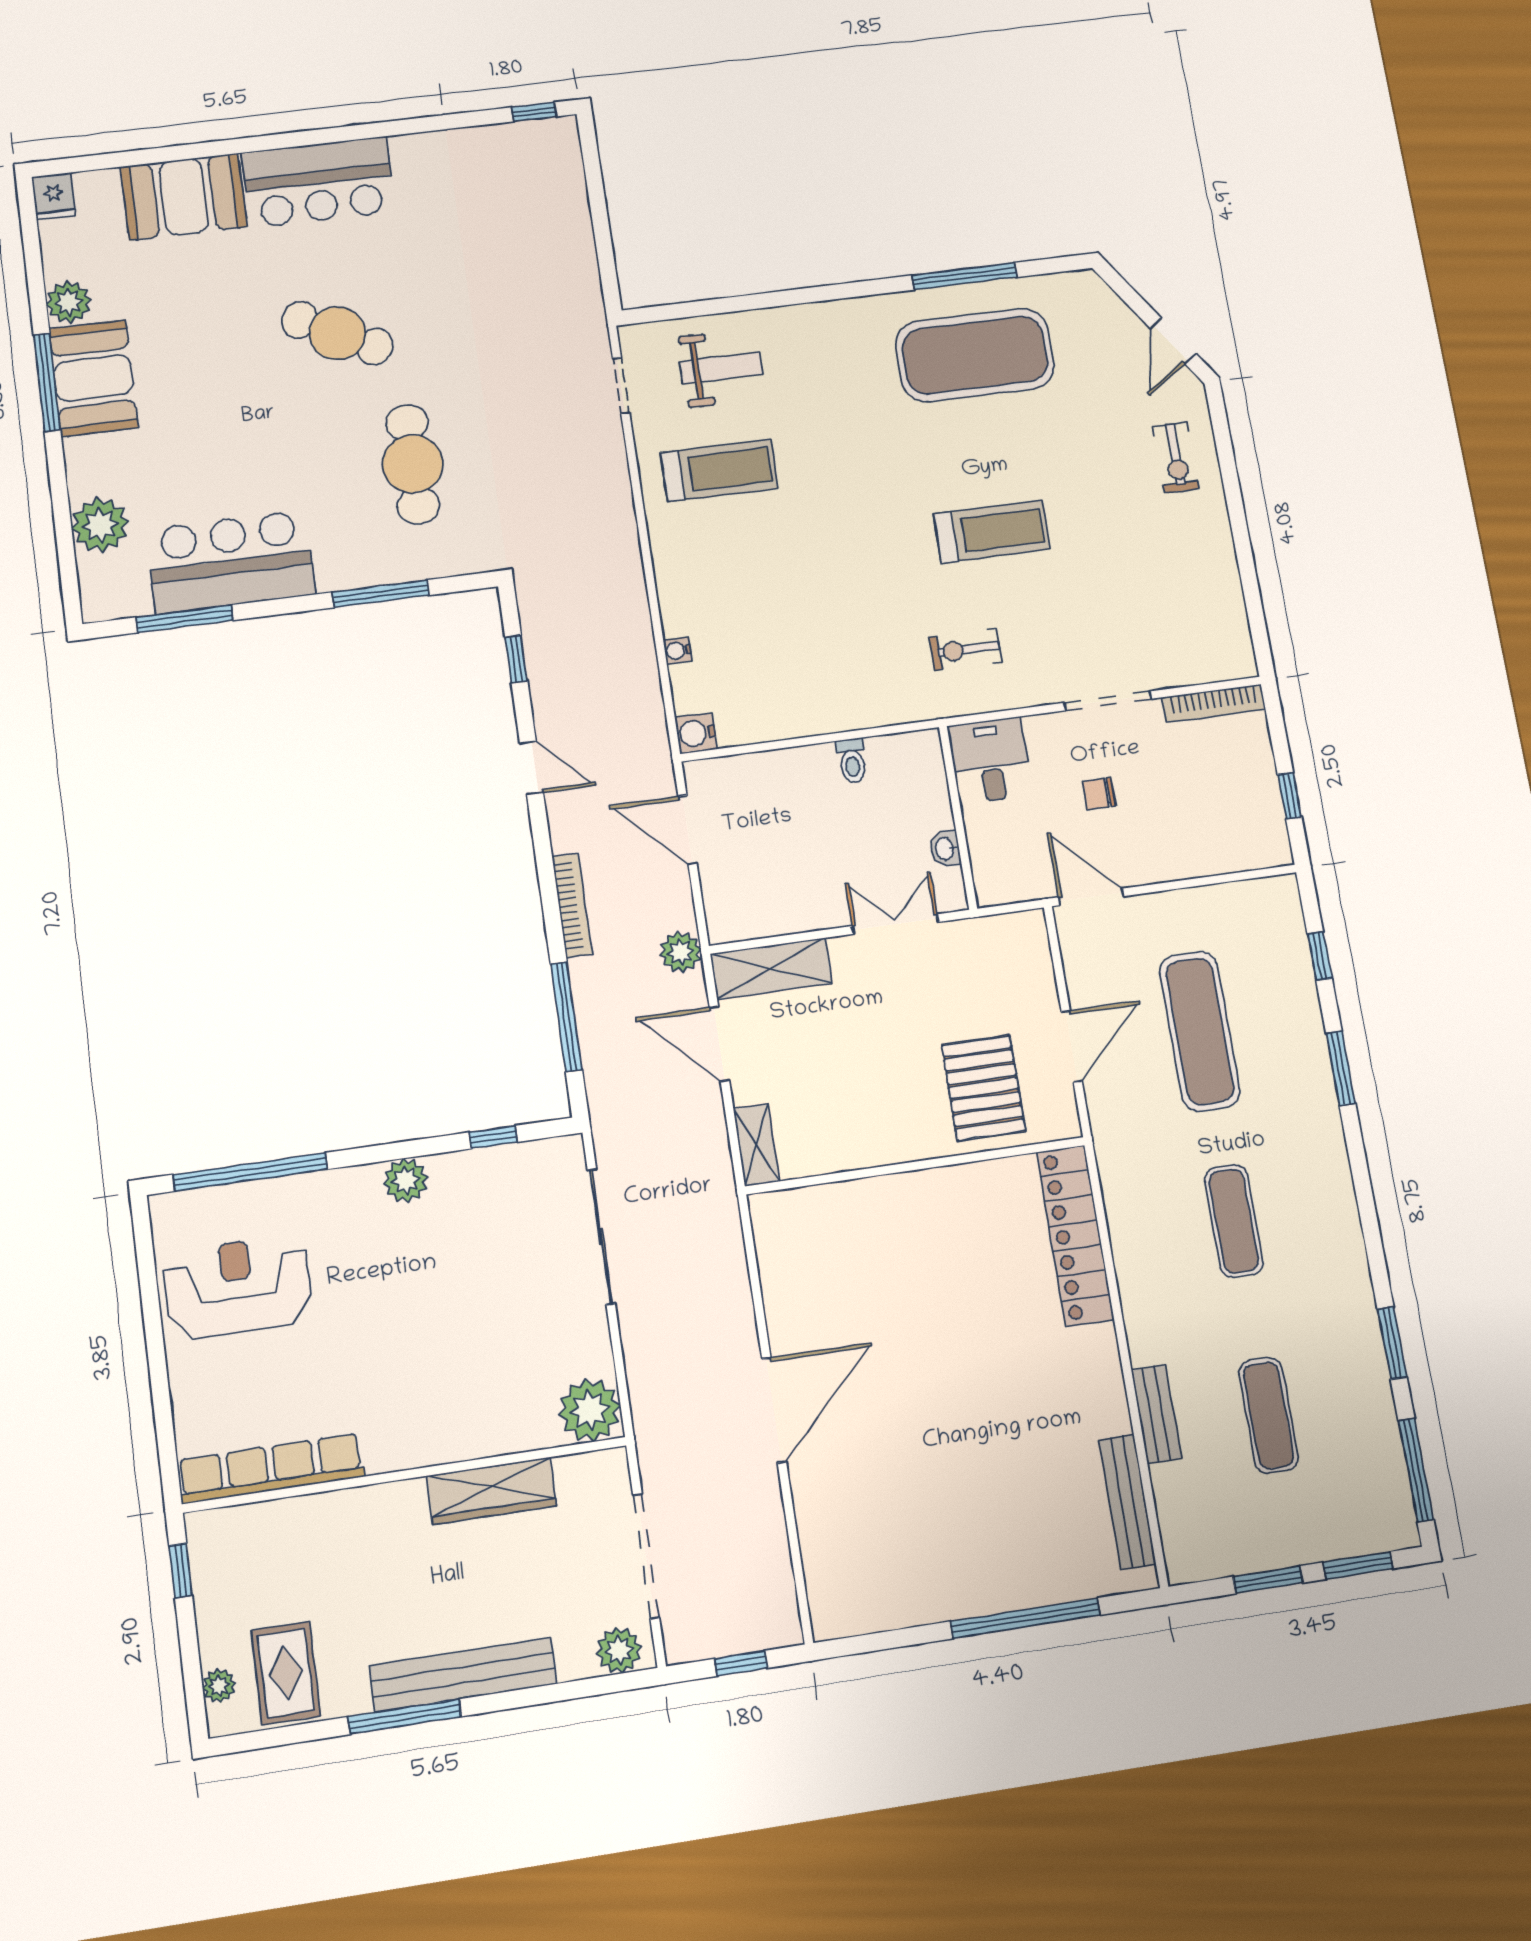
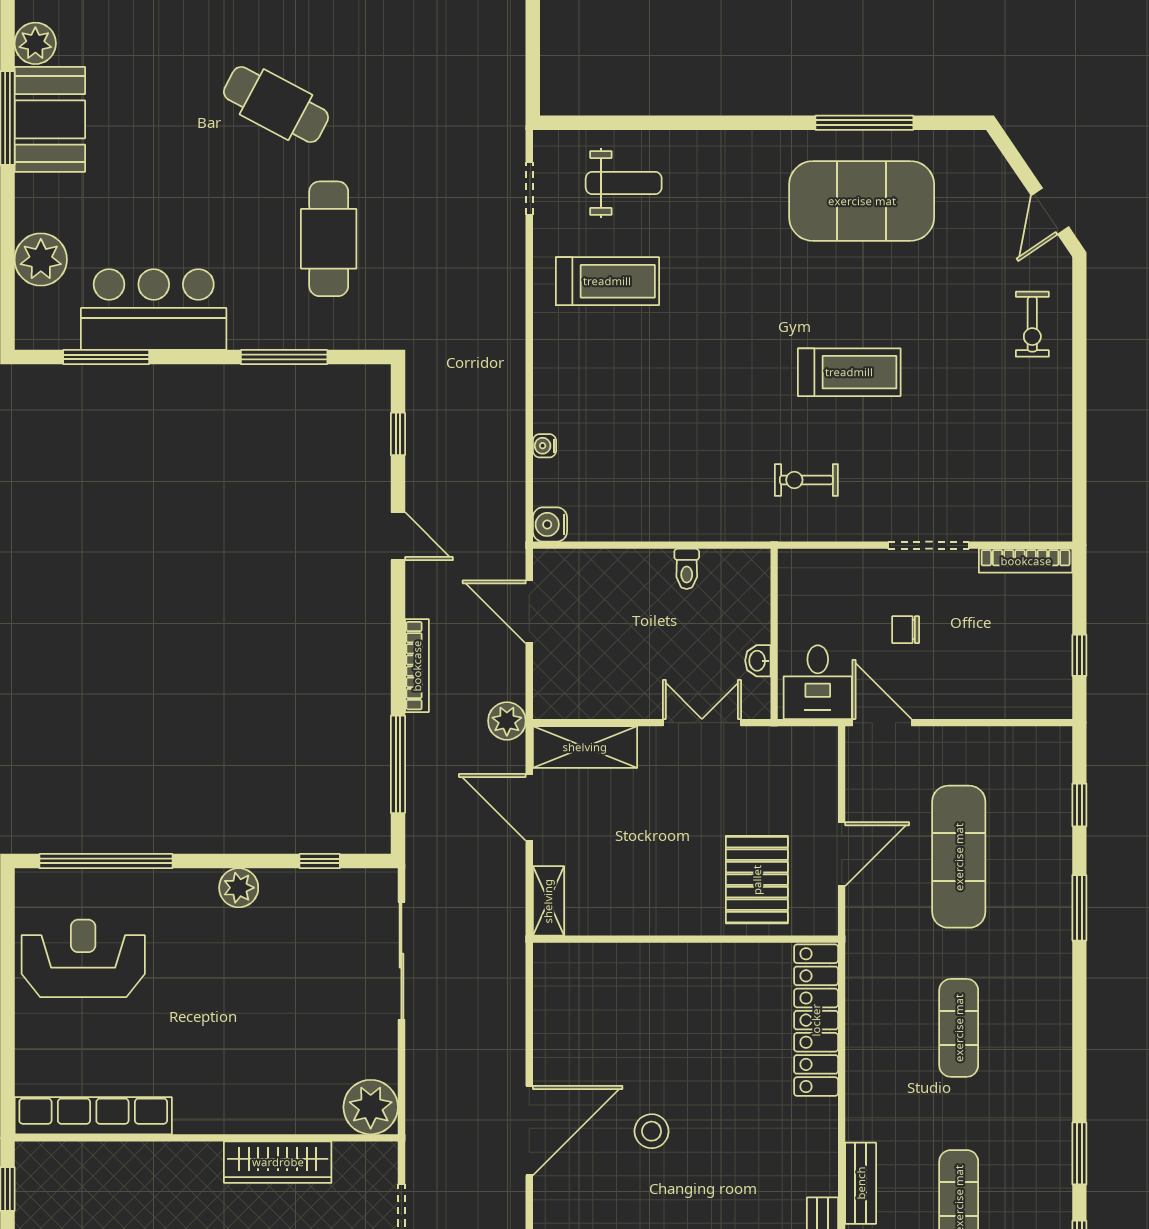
desk: (990, 760) -> (818, 682), moved, turned 180
stool: (912, 1390) -> (652, 1131), added

